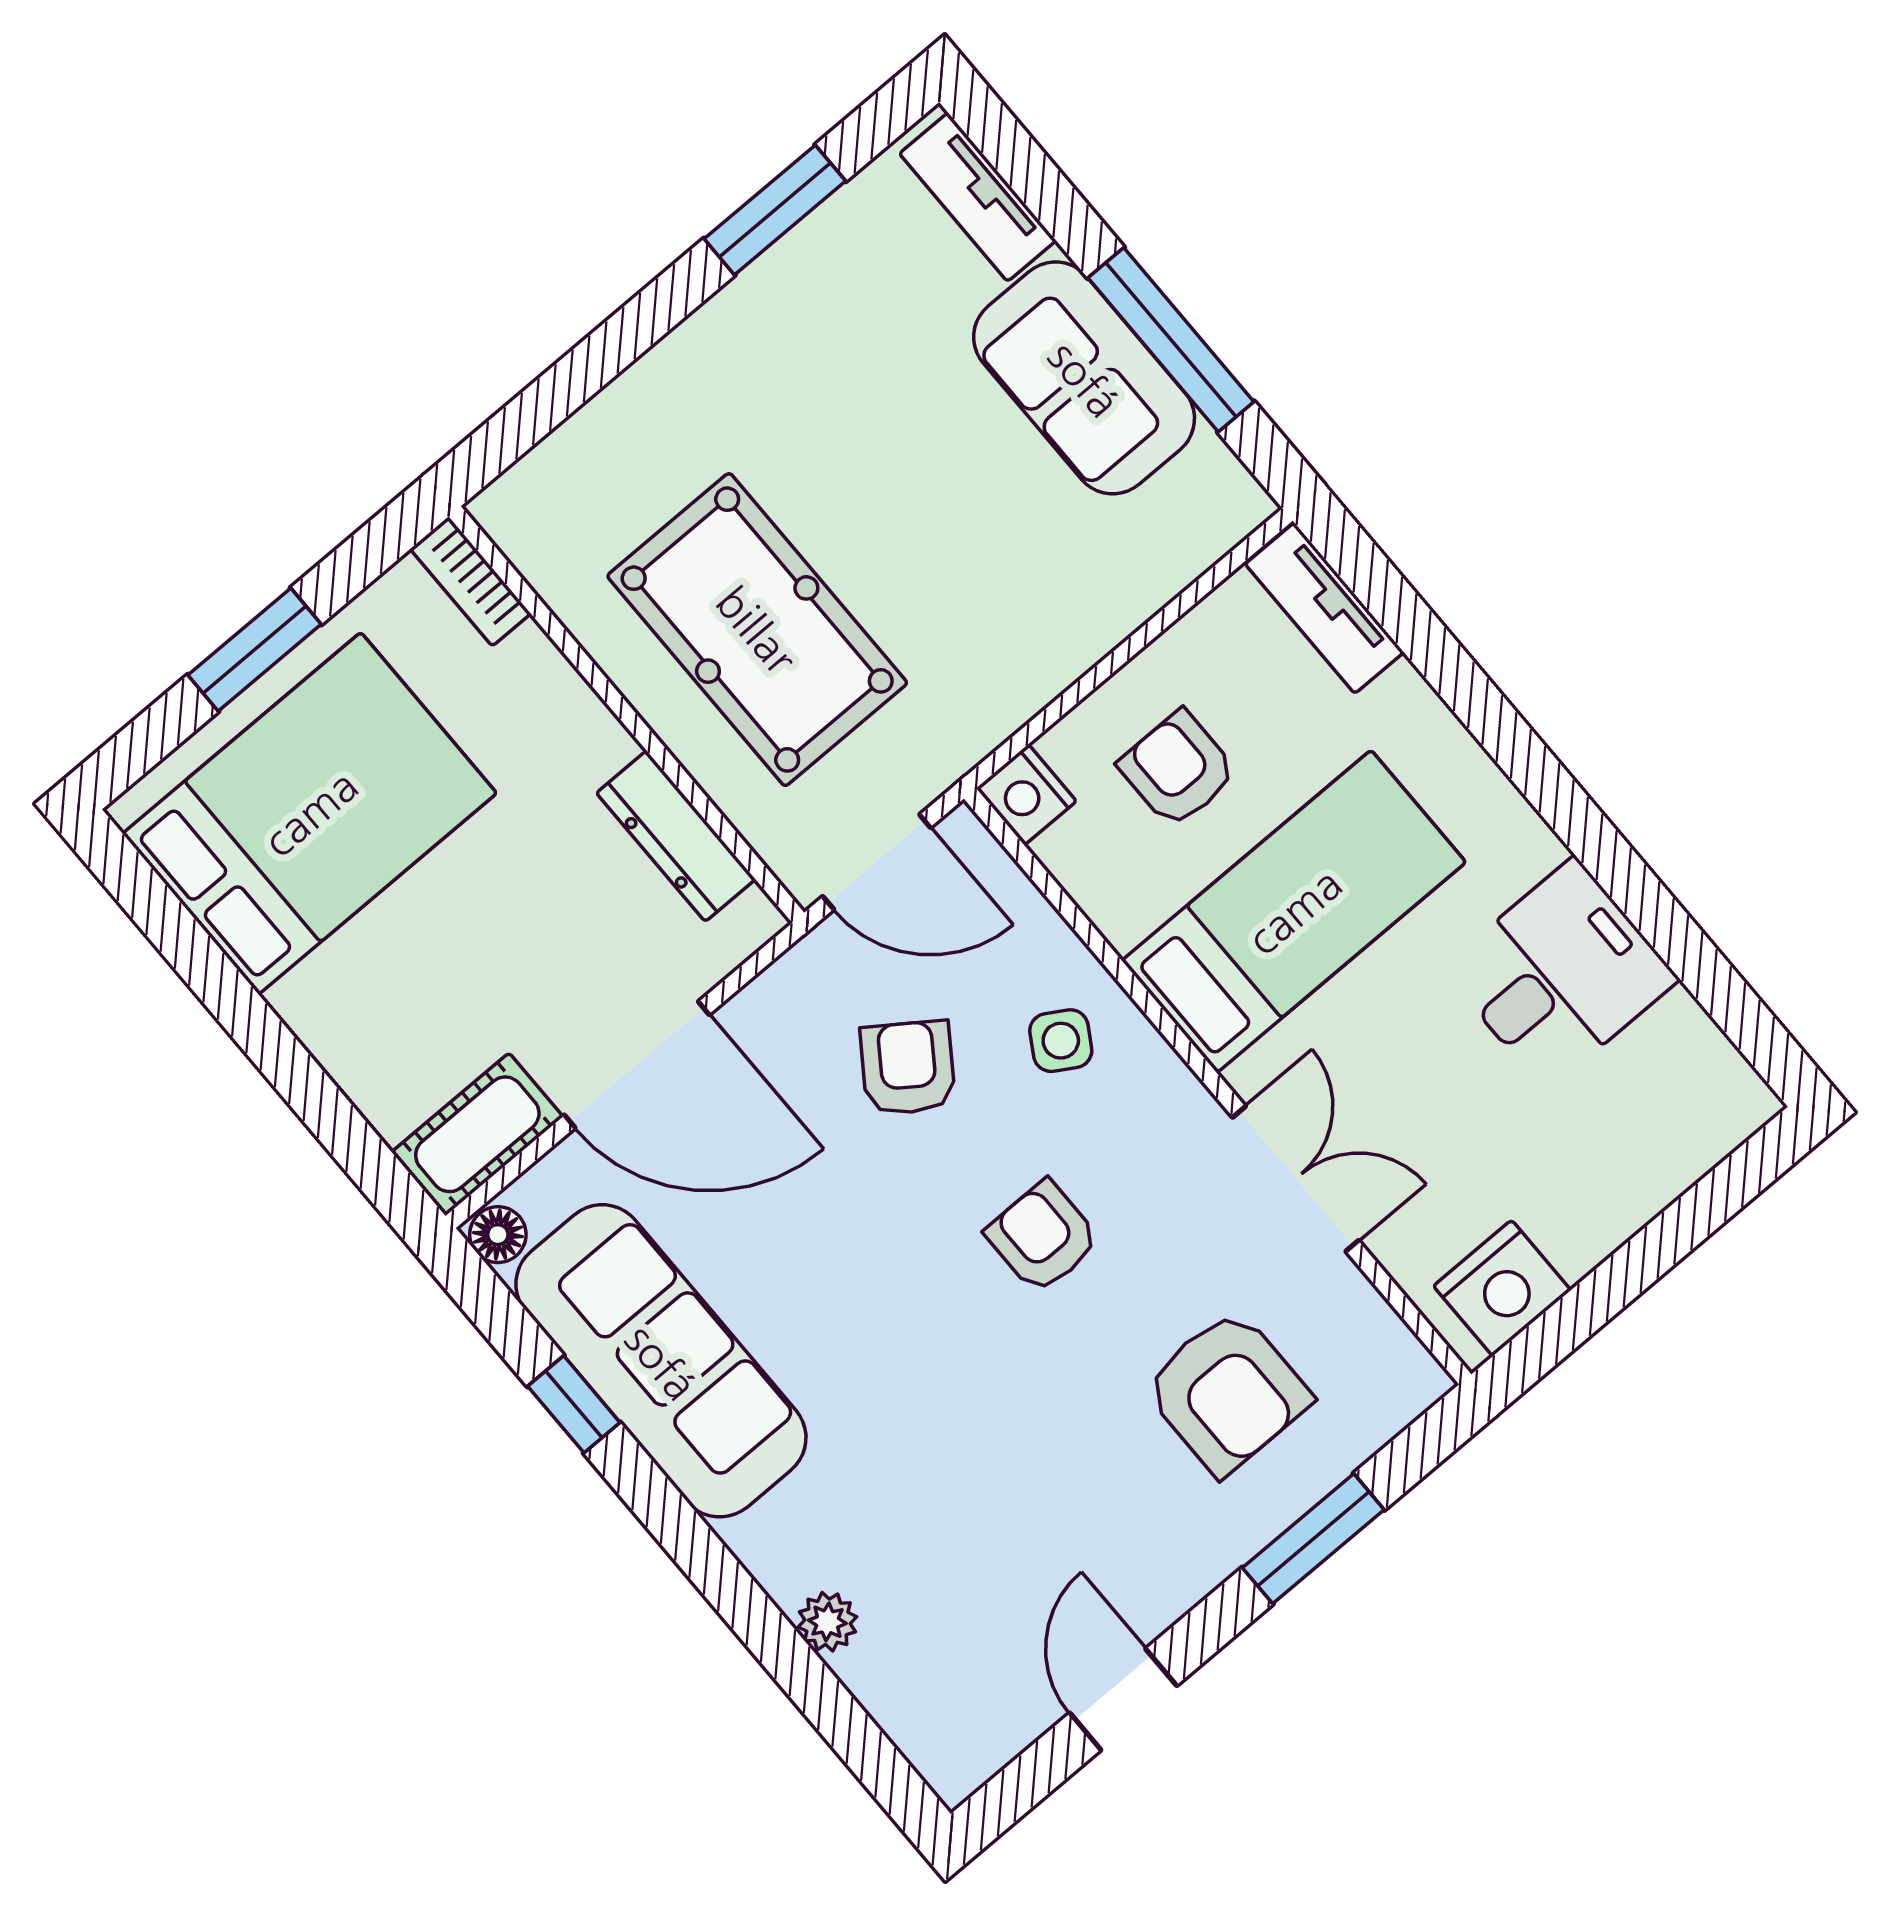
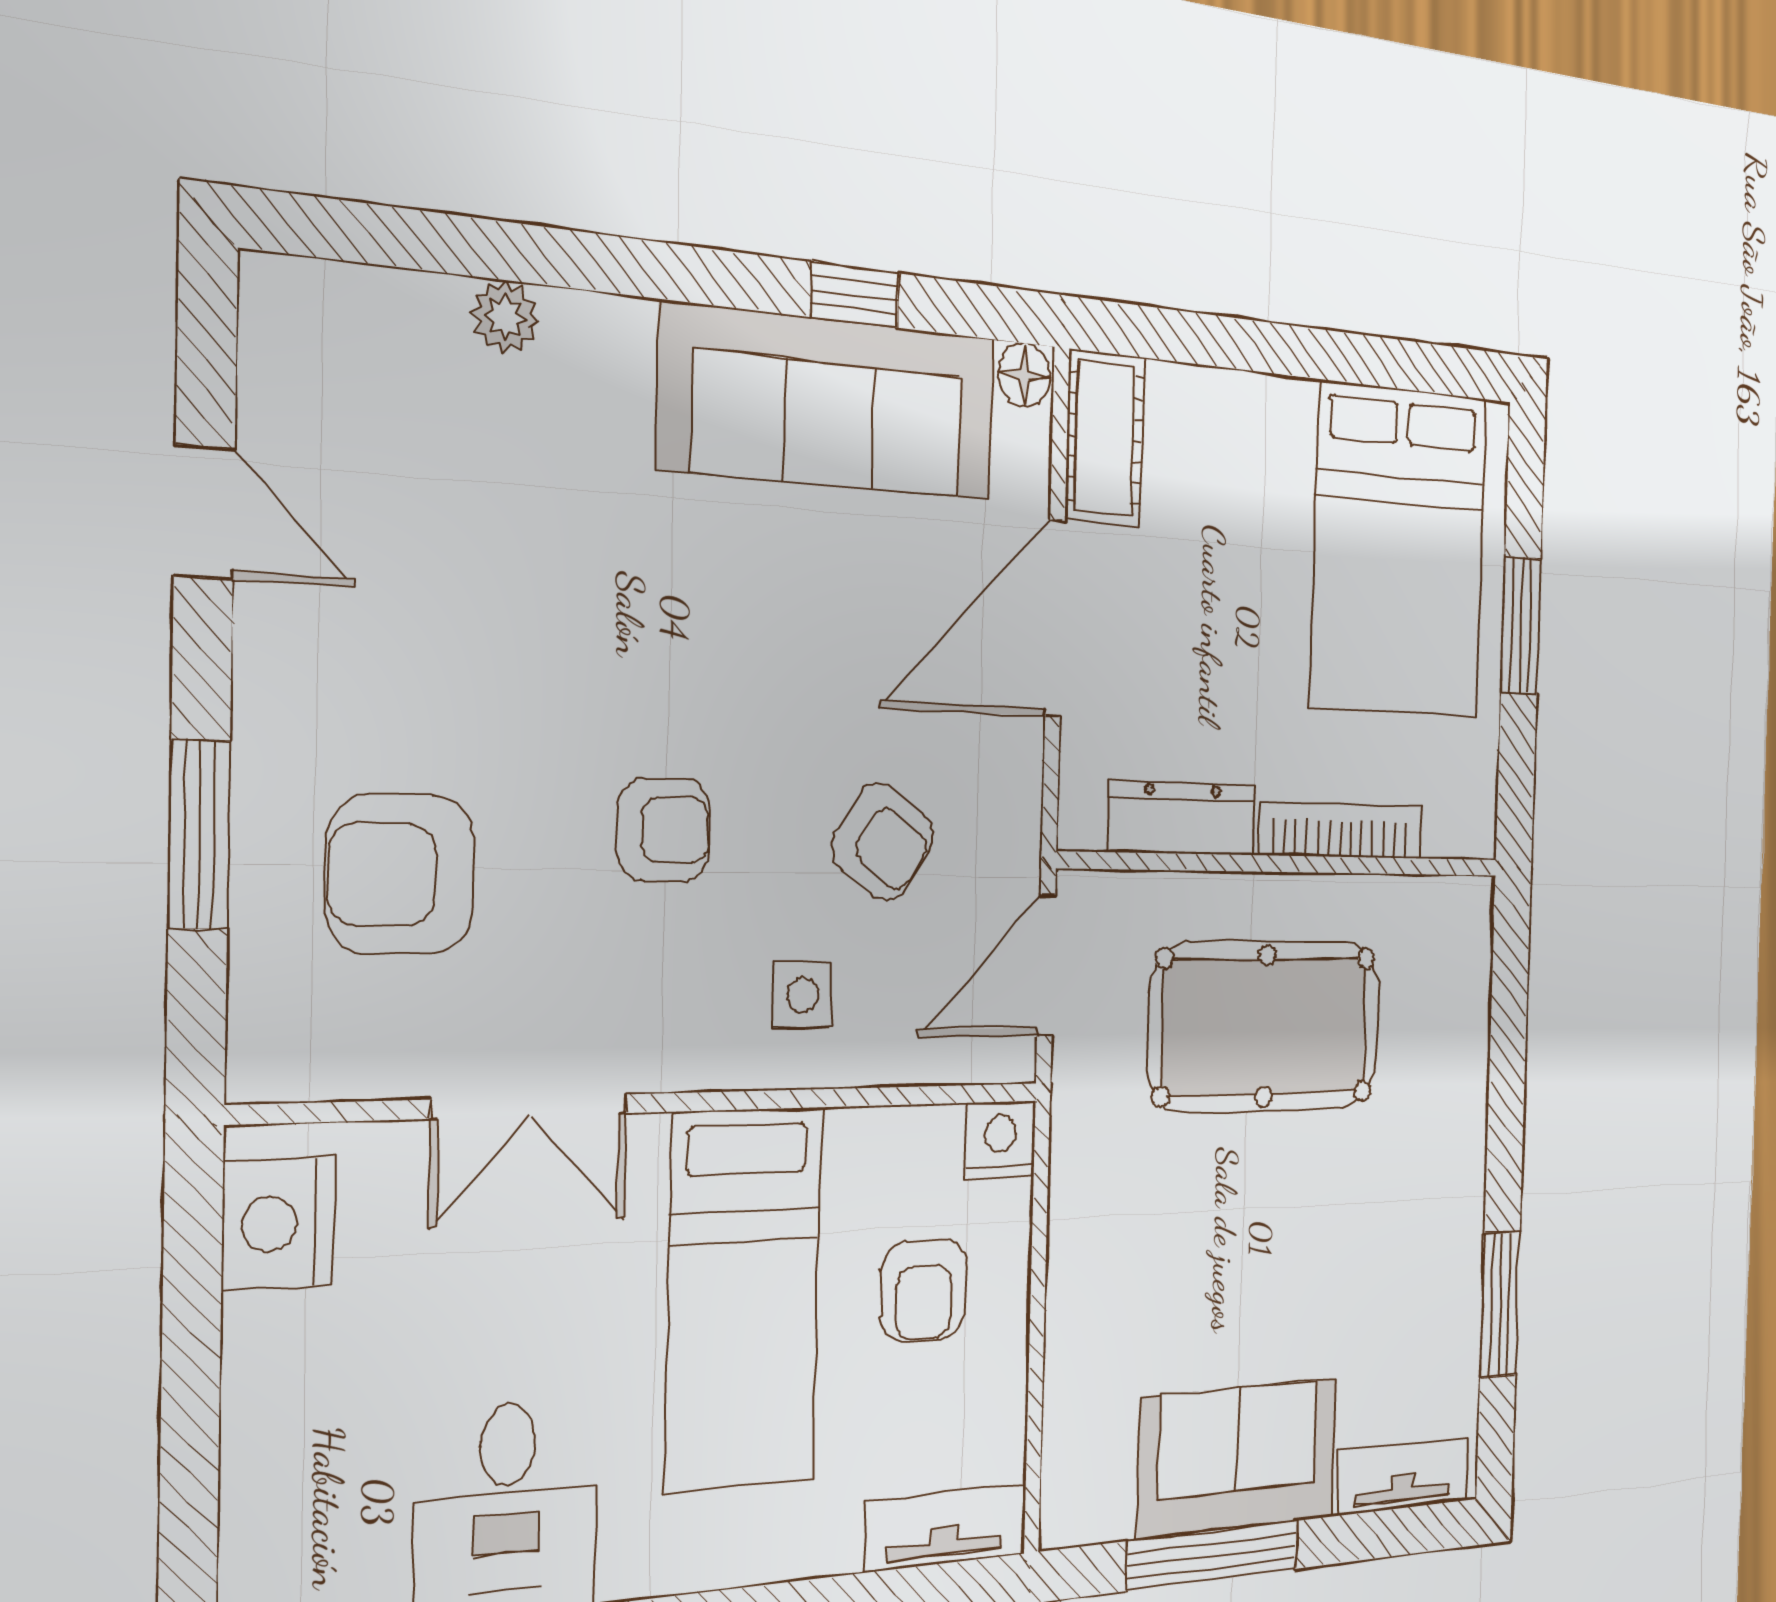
bookcase: (470, 581) -> (1340, 830), moved, width x1.56
armchair: (1178, 769) -> (924, 1290), turned 90
side table: (1061, 1041) -> (802, 995), turned -31

